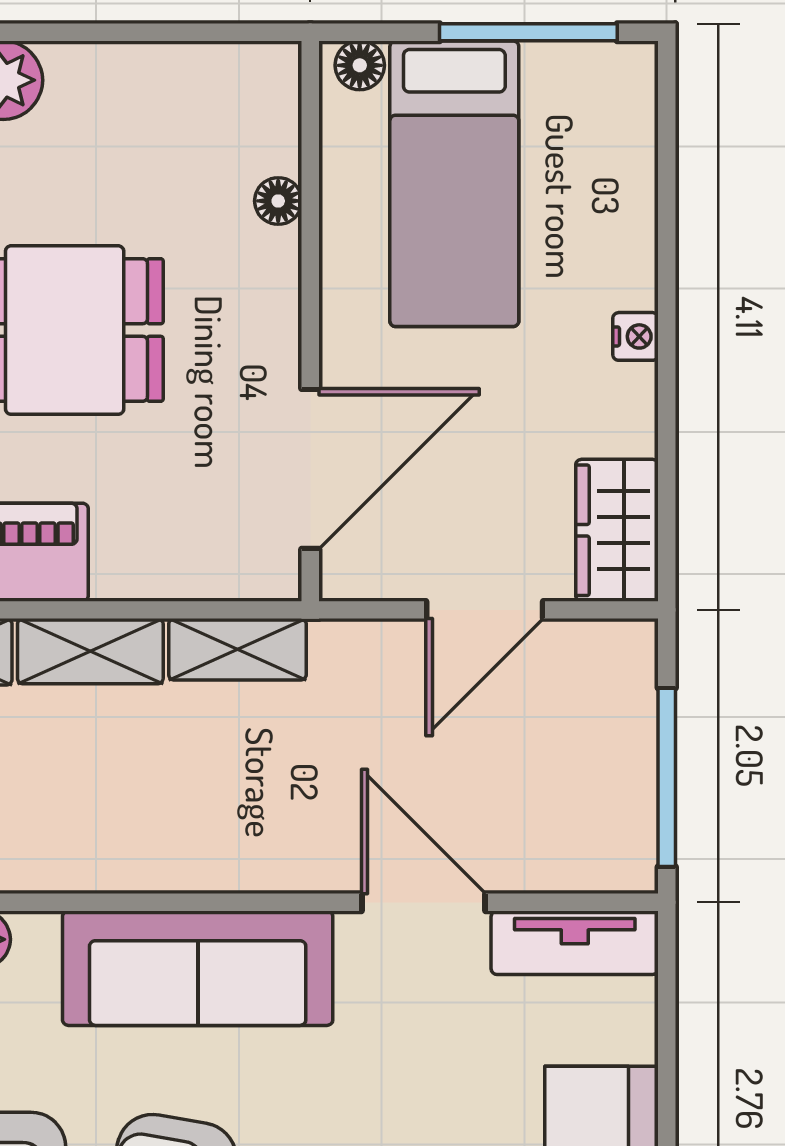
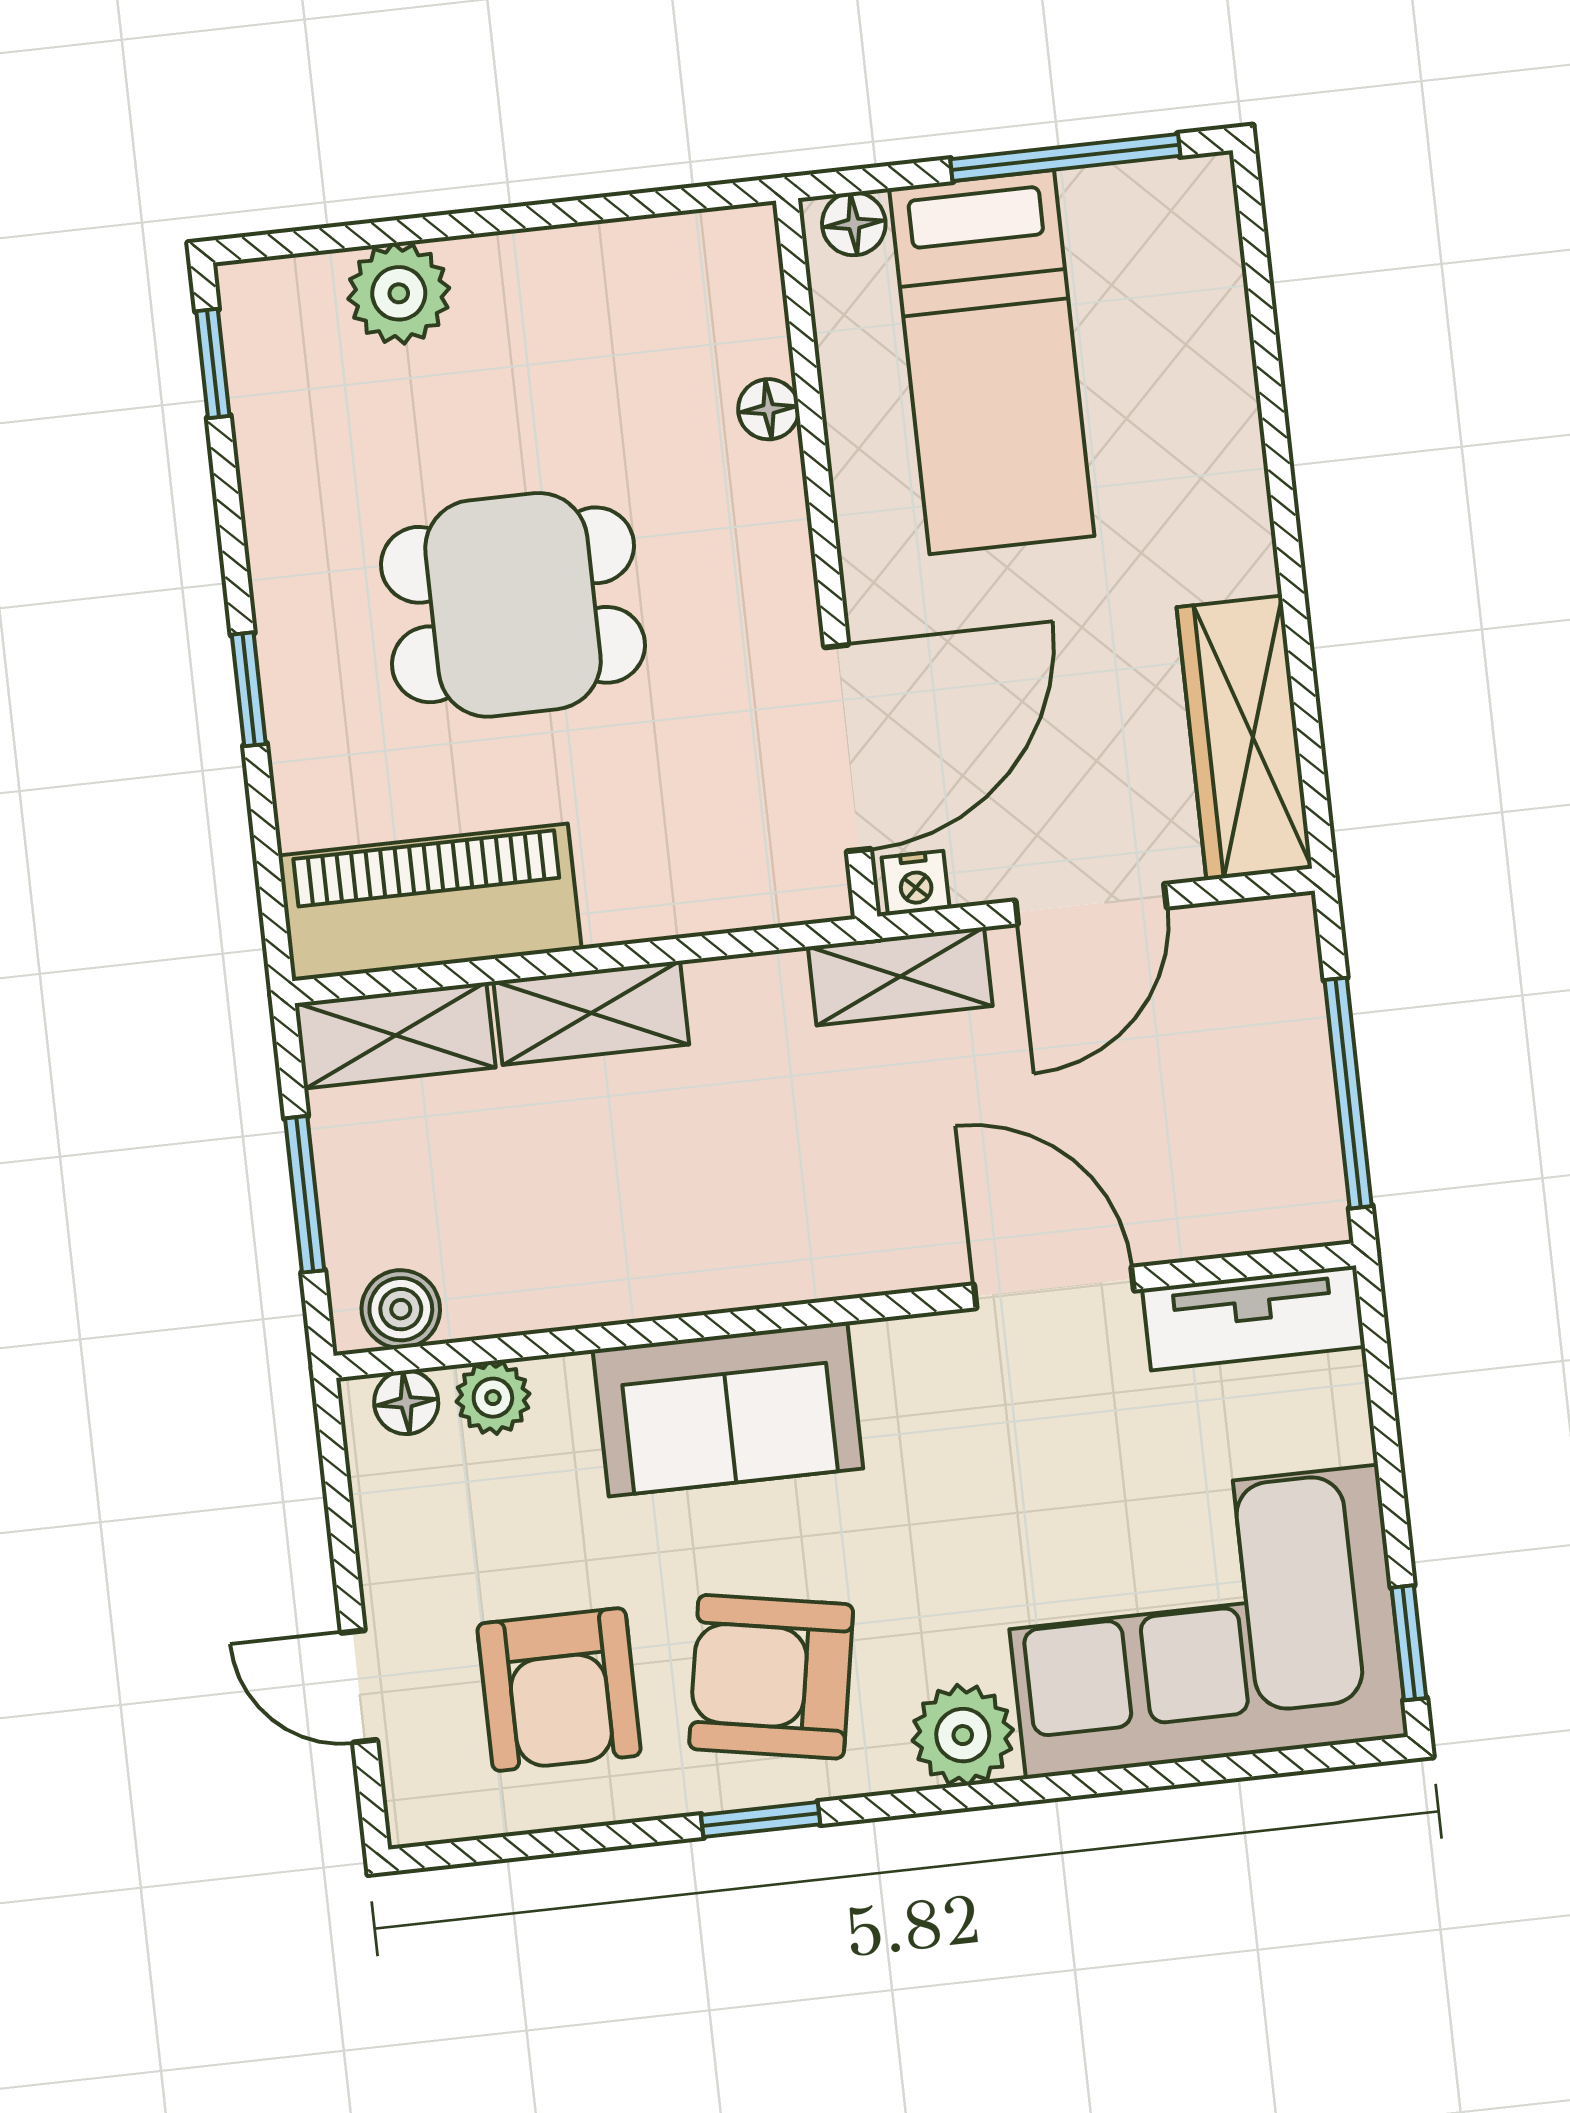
nightstand: (636, 336) -> (916, 883), moved, turned 90
wardrobe: (617, 530) -> (1244, 738), width x1.50
shelving: (237, 649) -> (900, 976), moved
sofa: (198, 968) -> (728, 1409), width x0.73

